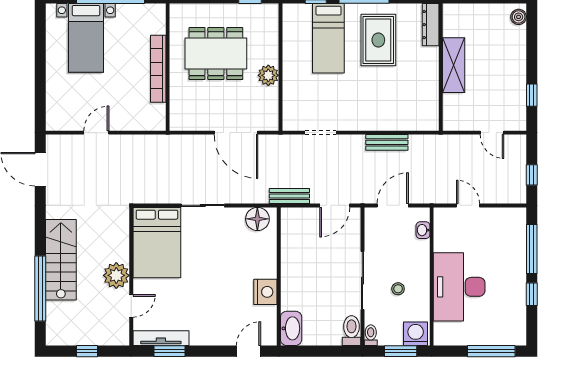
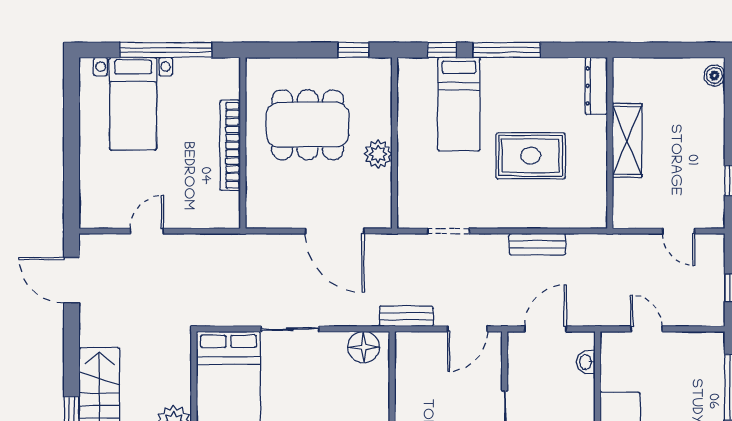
rug: (378, 40) -> (531, 156), moved, turned 90

